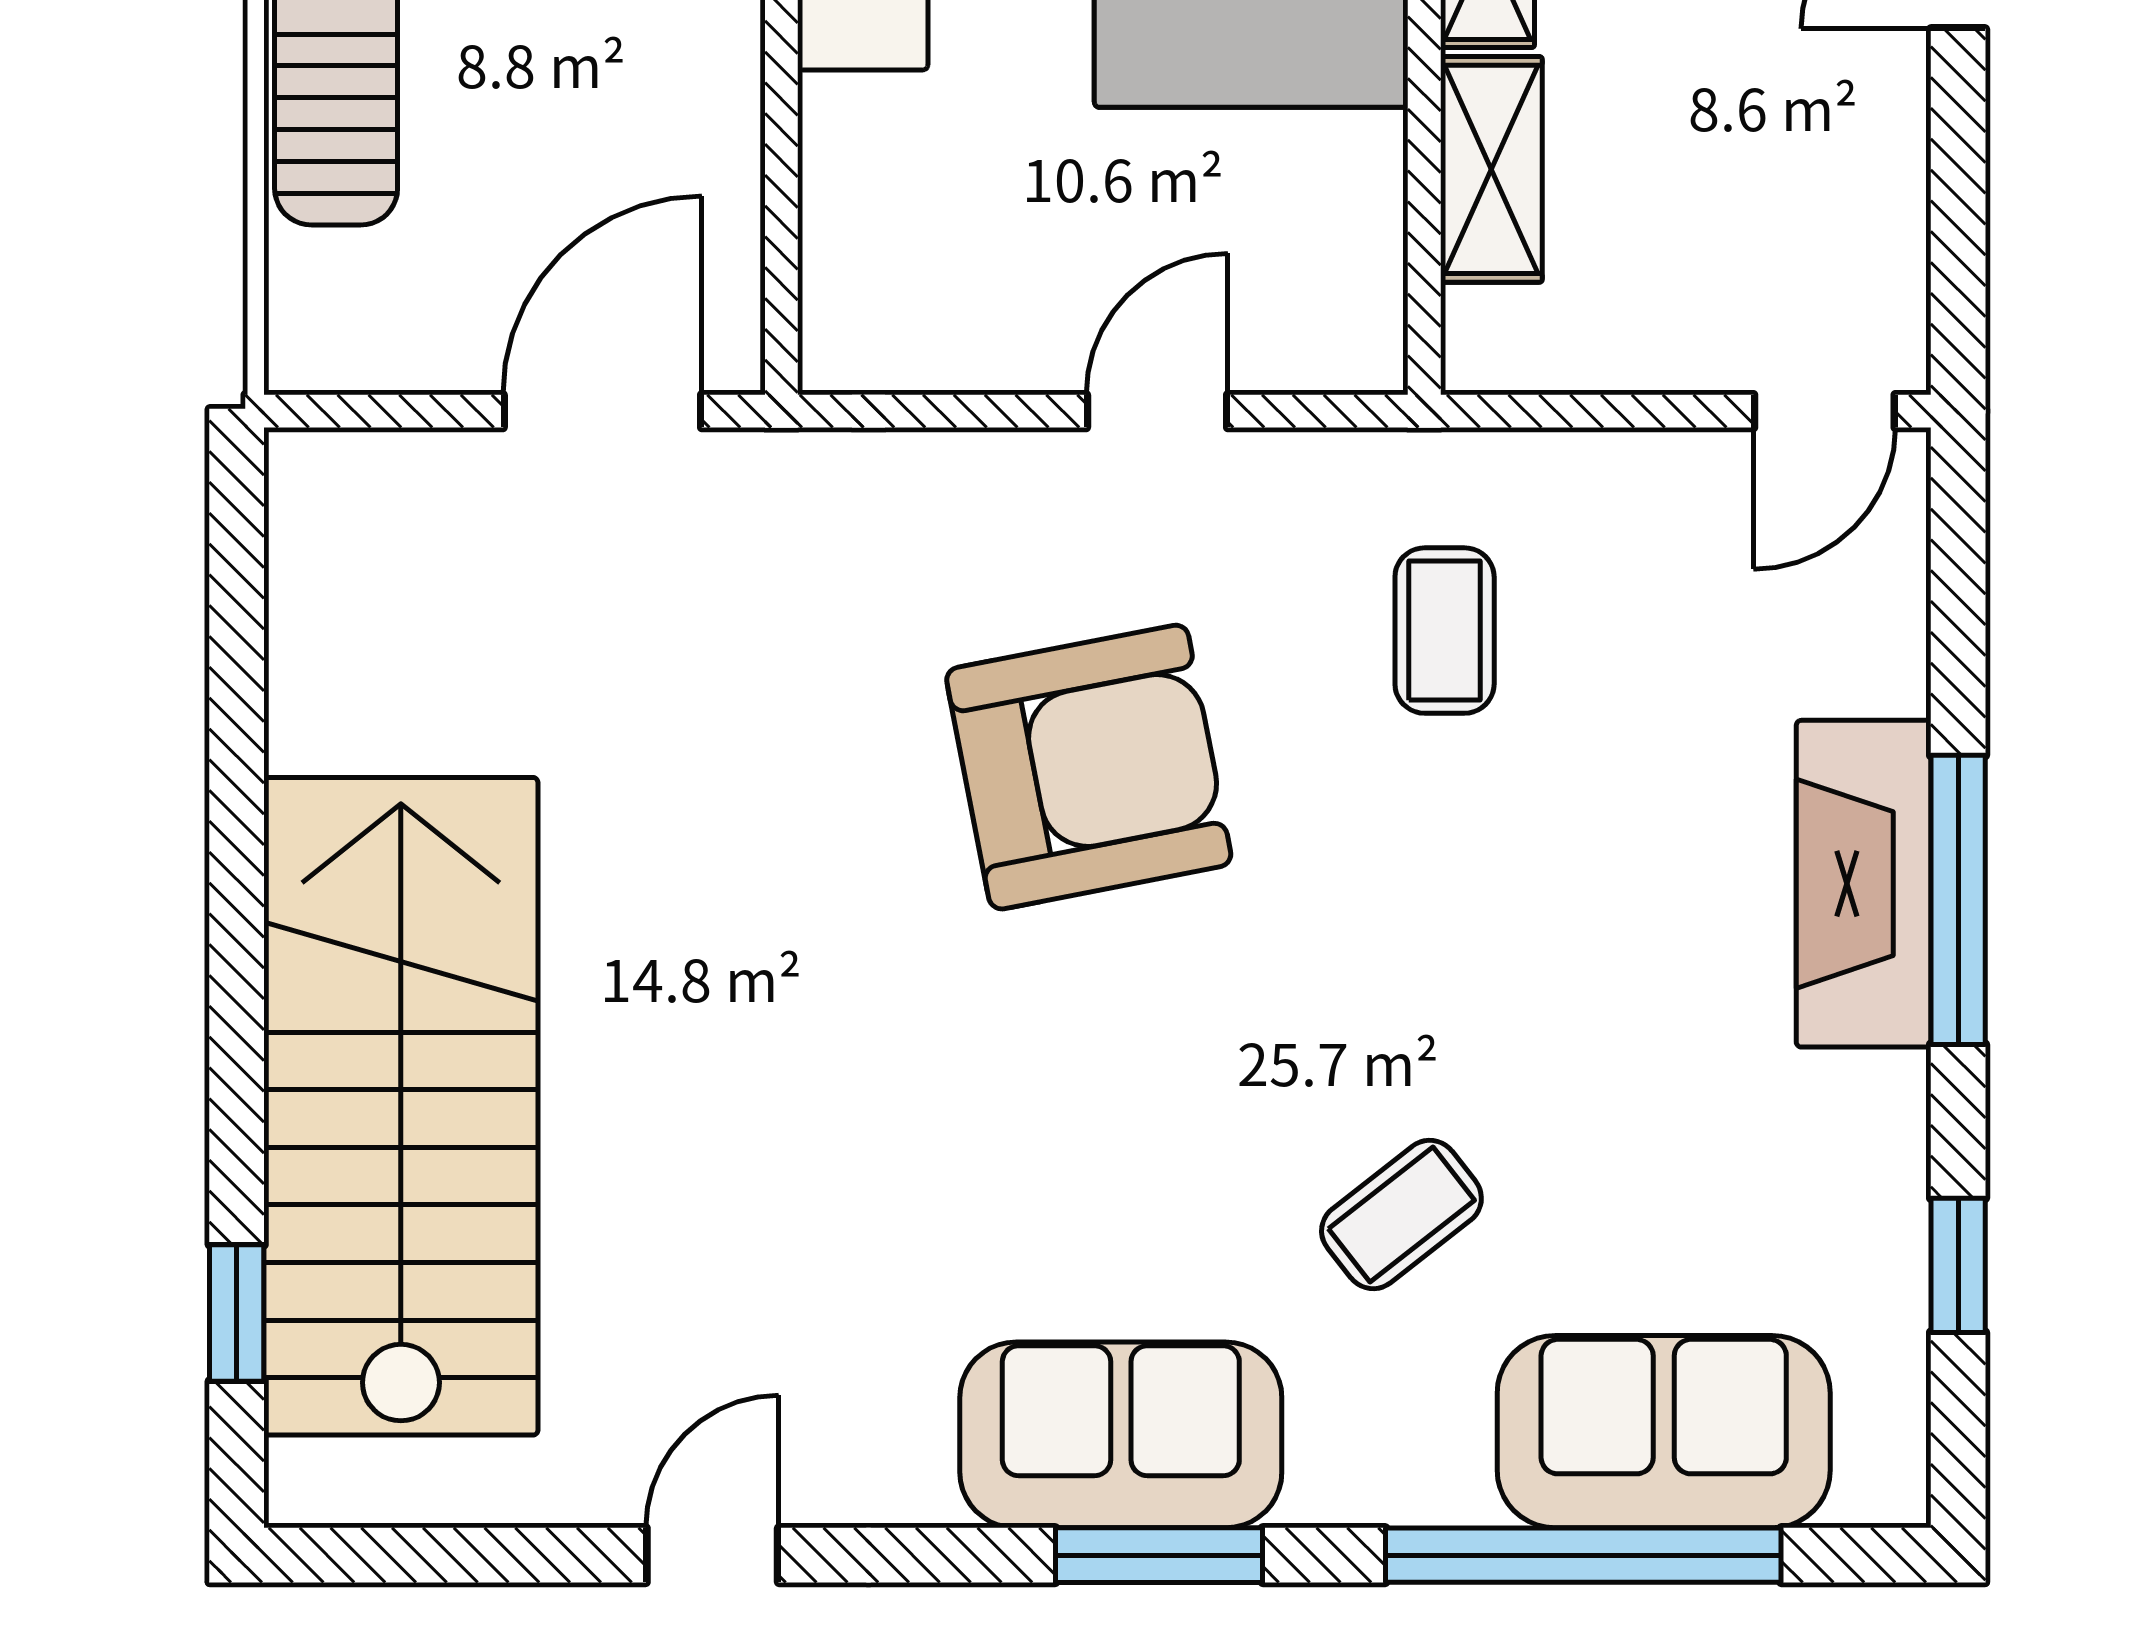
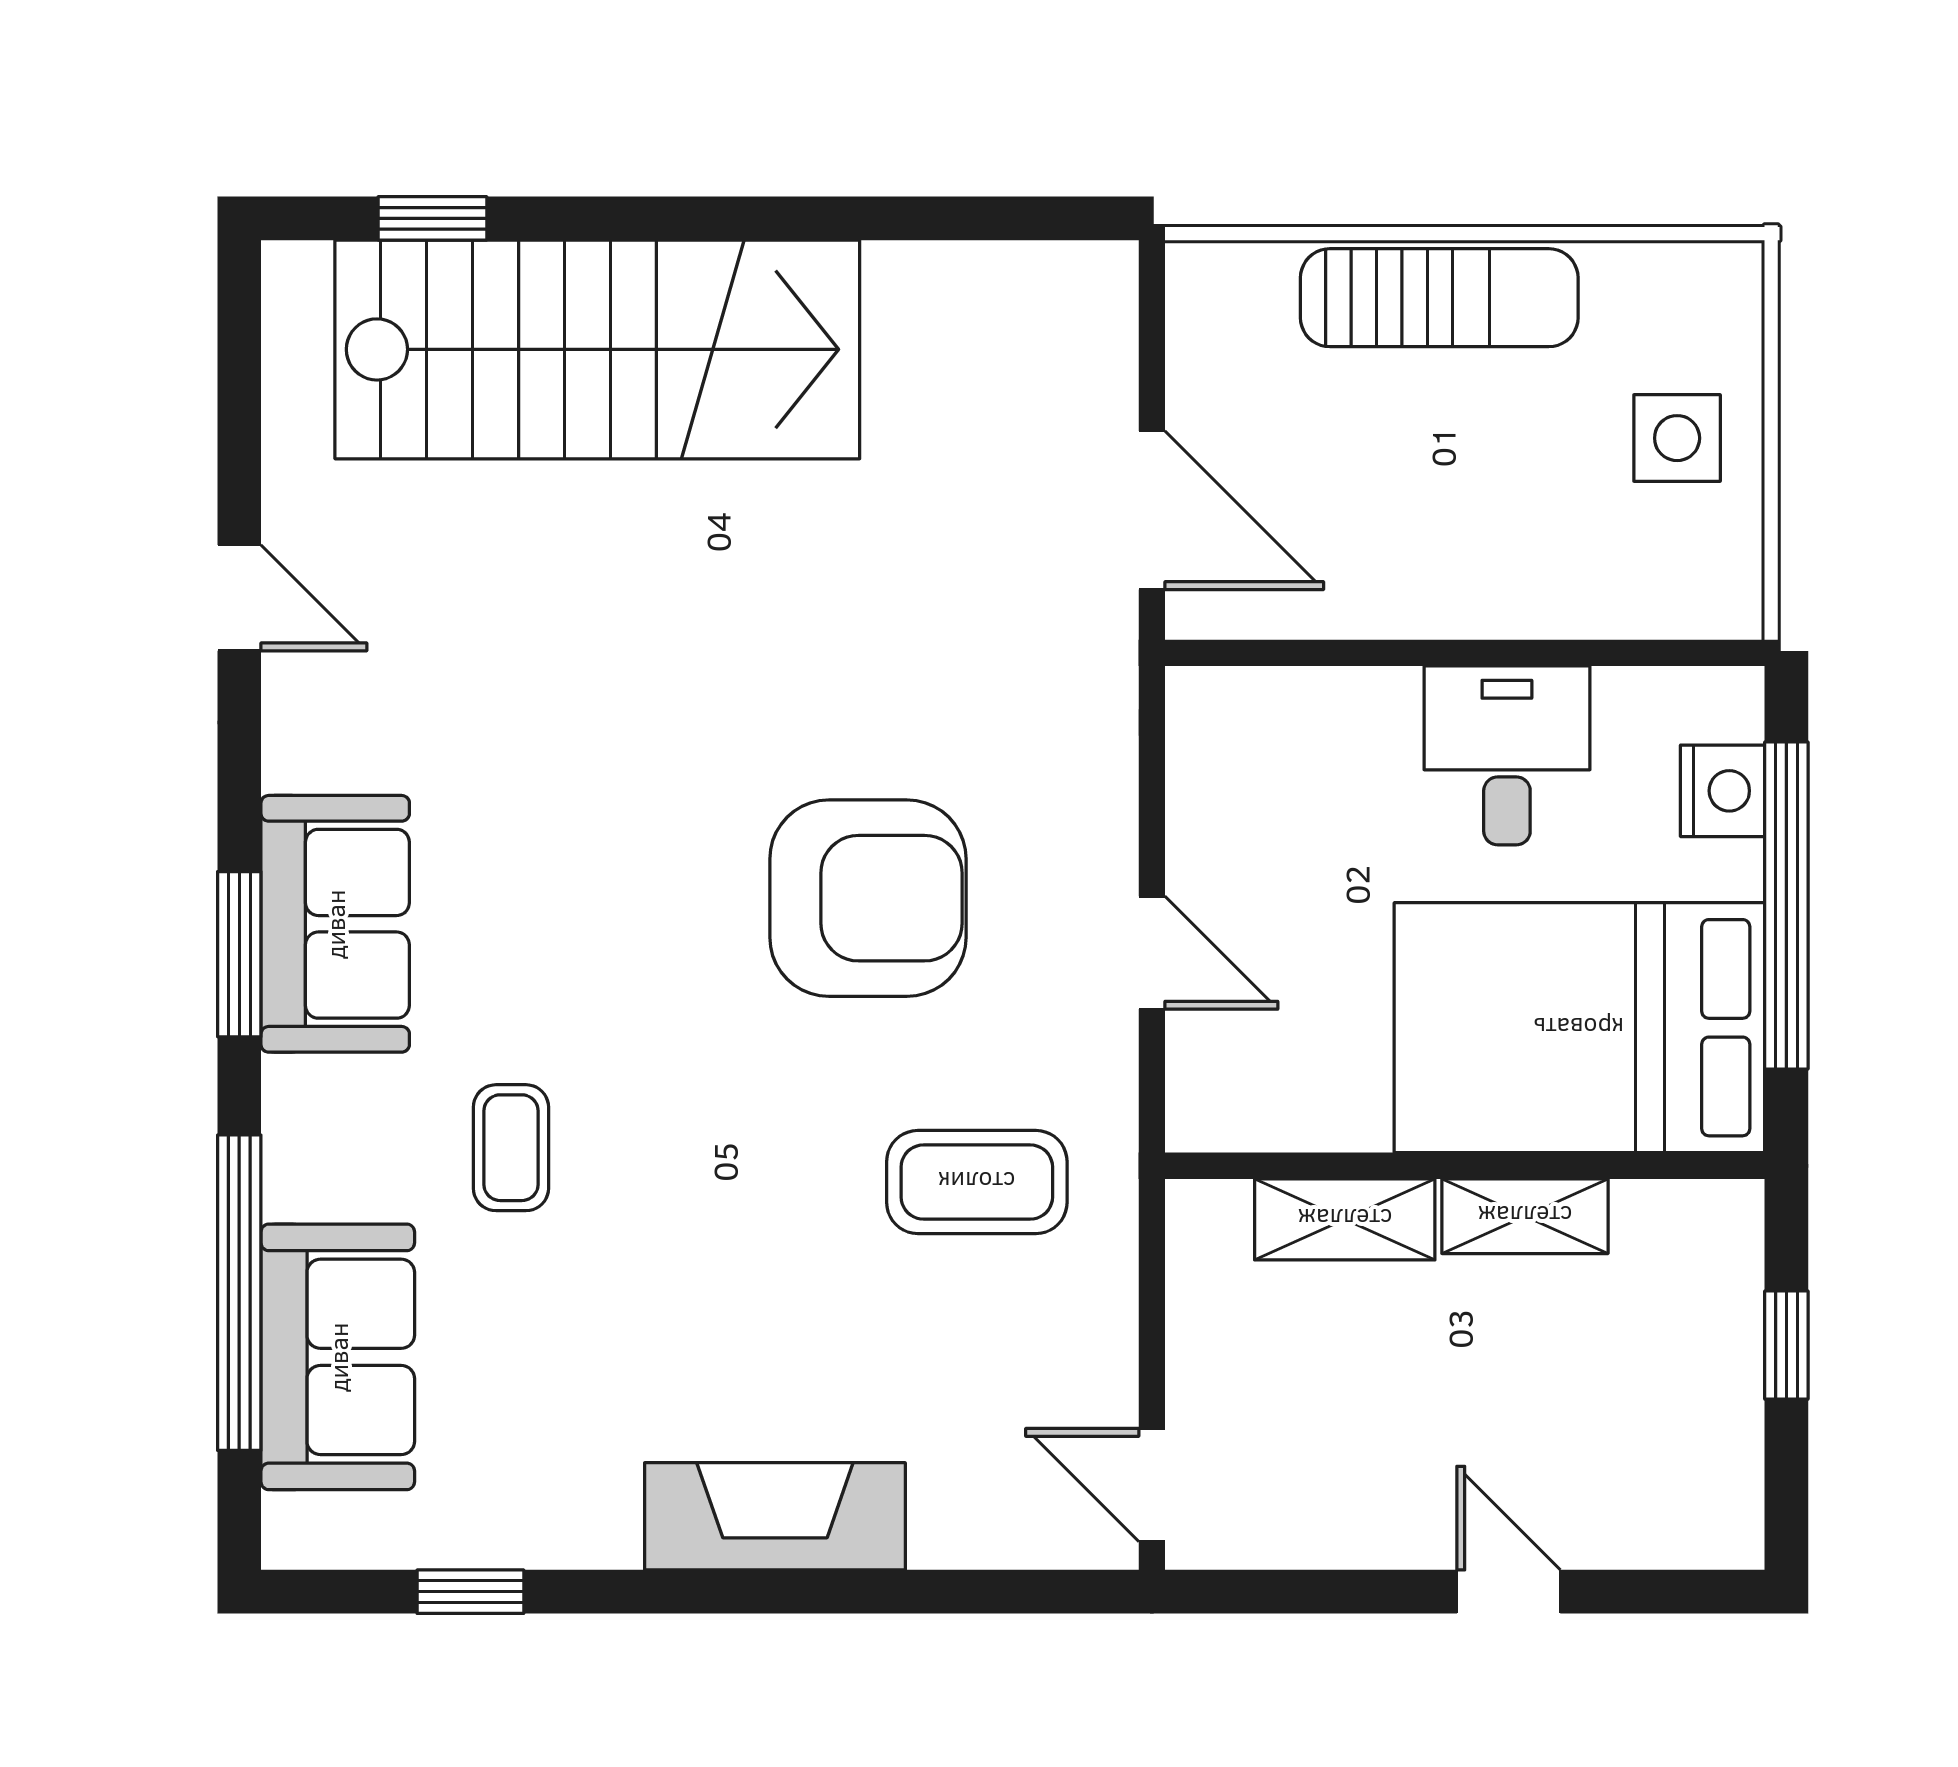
coffee table: (1445, 631) -> (977, 1182), width x1.36, depth x1.30
armchair: (1089, 767) -> (868, 898), turned -79
window: (1958, 900) -> (762, 1592), removed
coffee table: (1401, 1214) -> (511, 1148), turned 38

